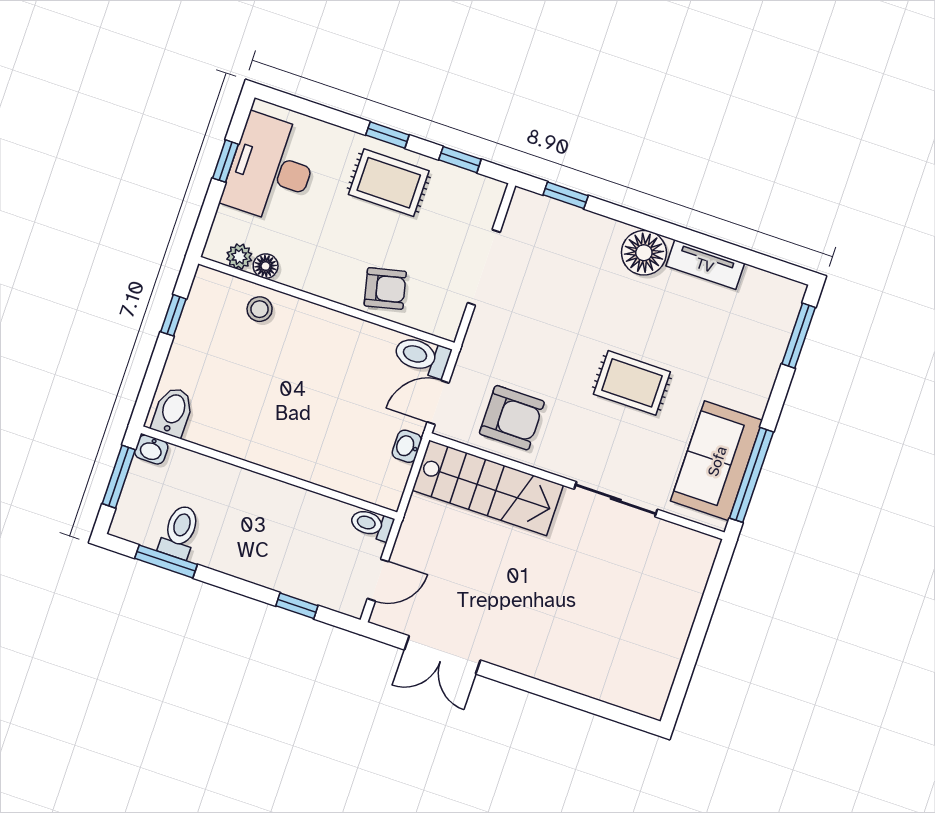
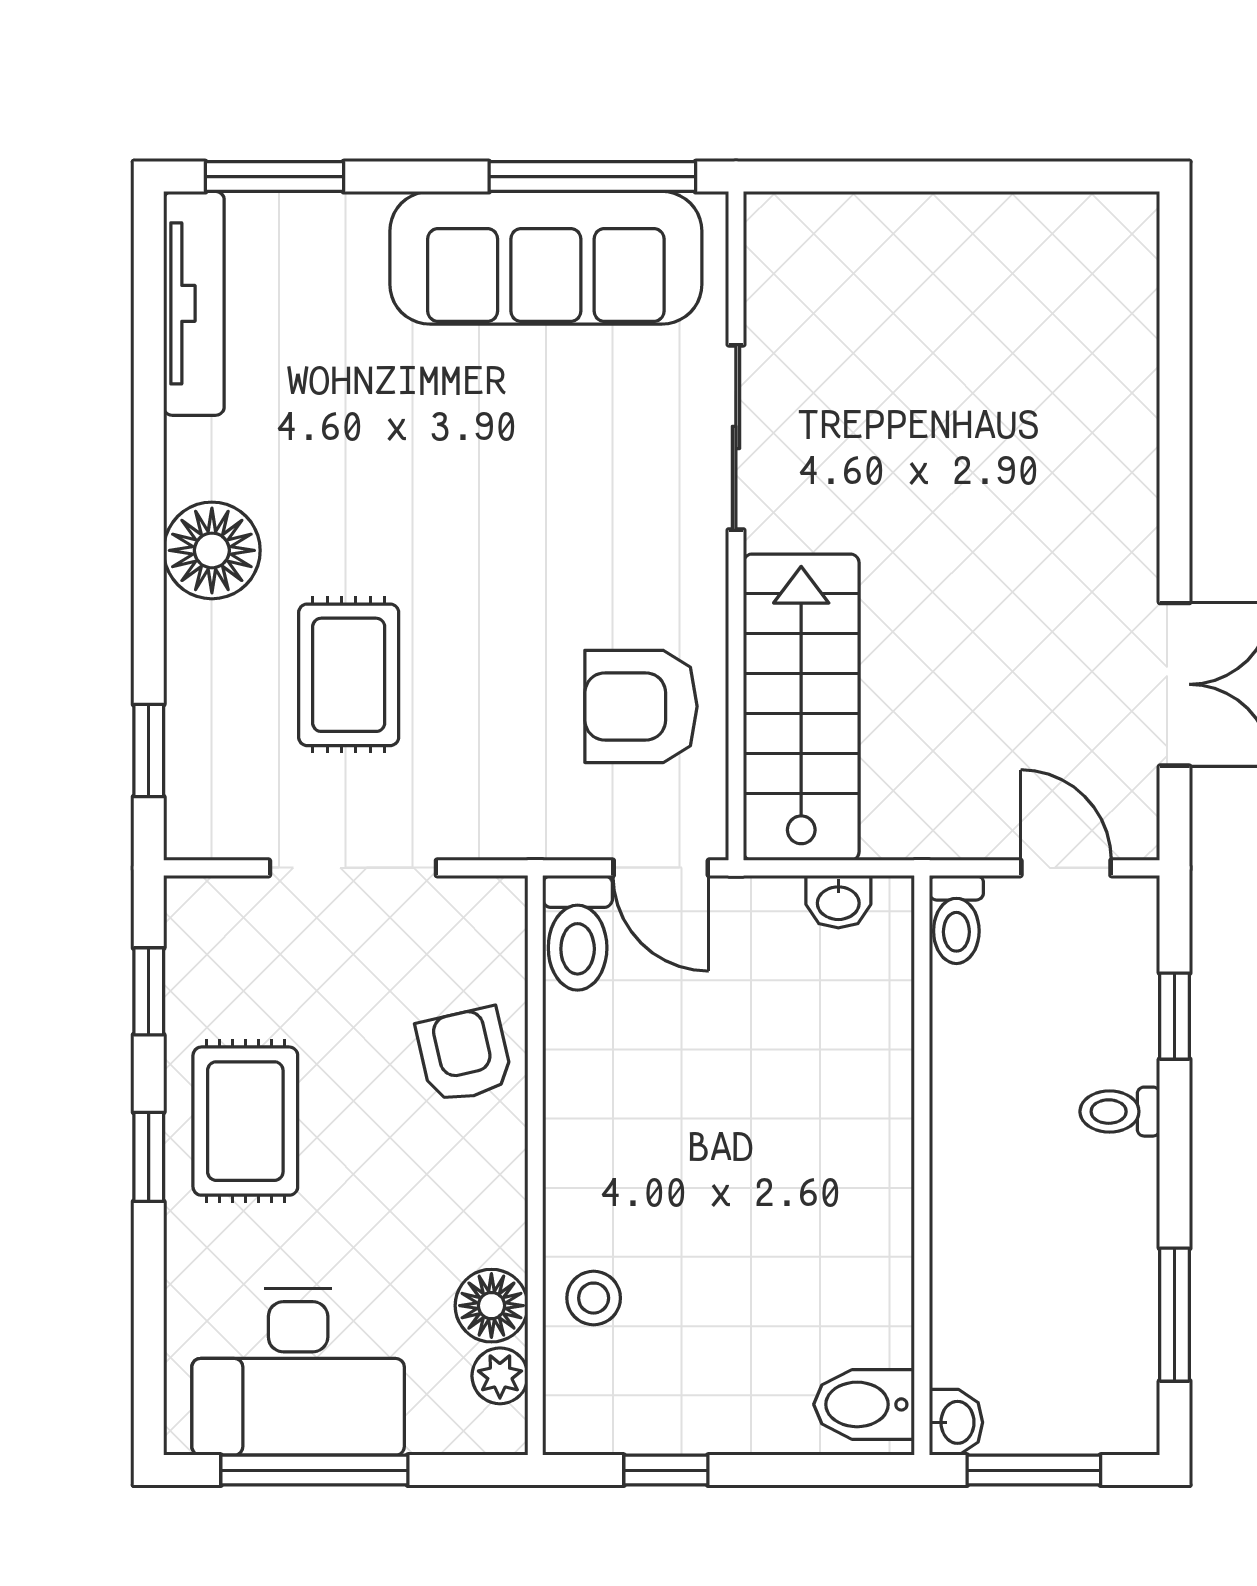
window: (226, 161) -> (314, 1470), width x2.17
tv unit: (705, 265) -> (194, 303), moved, width x1.41
floor lamp: (266, 266) -> (491, 1306), width x1.37, depth x1.37
rug: (632, 383) -> (349, 675), moved
armchair: (512, 418) -> (641, 706), turned -90
washbasin: (407, 446) -> (838, 902), moved
sofa: (717, 461) -> (546, 258), width x1.36
toilet: (180, 532) -> (1120, 1112), moved, width x0.73, depth x0.72

